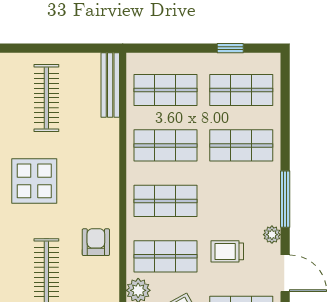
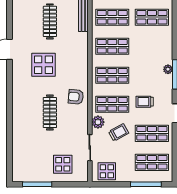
shop shelf: (241, 145) -> (152, 46), removed
plant: (272, 235) -> (168, 69), moved
armchair: (96, 242) -> (76, 97), turned -84

